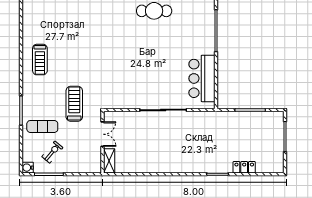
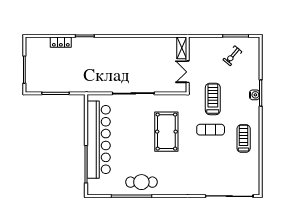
pool table: (126, 67) -> (166, 132), added
bar counter: (202, 78) -> (99, 140), width x1.86
treadmill: (74, 104) -> (213, 99), turned 180
exercise mat: (42, 126) -> (211, 130), moved
water cooler: (28, 168) -> (255, 95), moved

